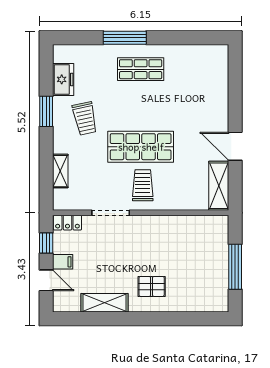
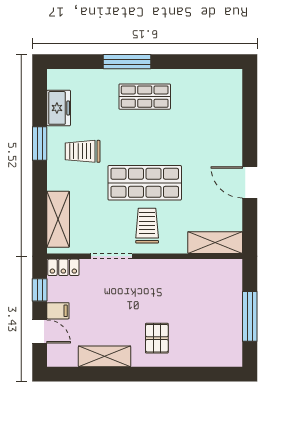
trolley: (85, 118) -> (83, 151), turned 102
shelving: (60, 171) -> (58, 219), width x1.50, depth x1.33
shelving: (219, 186) -> (215, 243), moved, turned 90
pallet: (152, 286) -> (157, 338), turned 90

